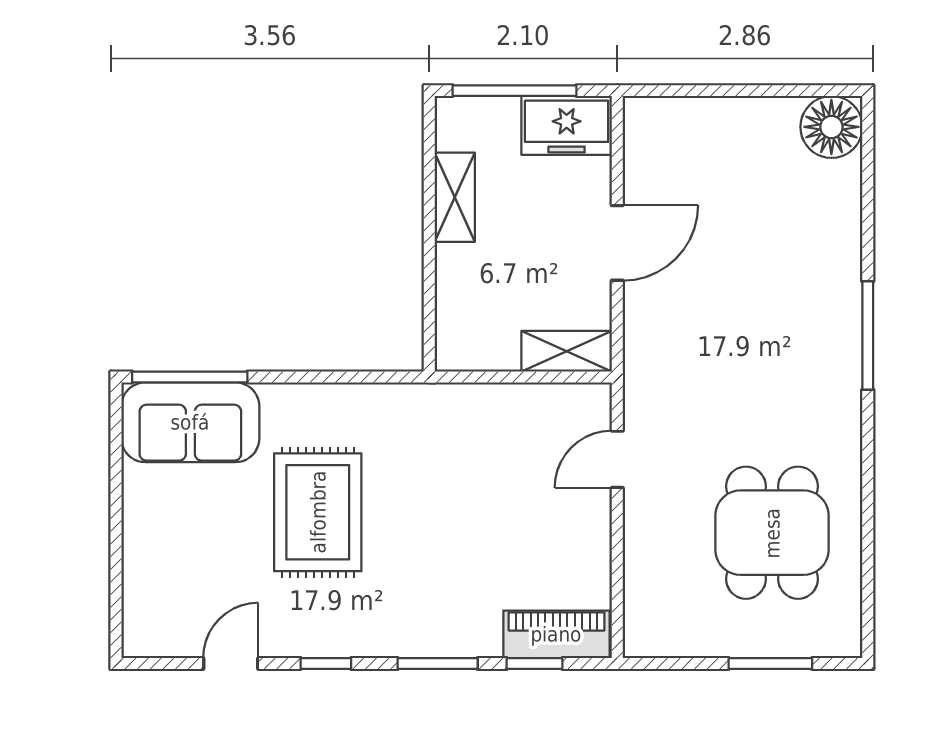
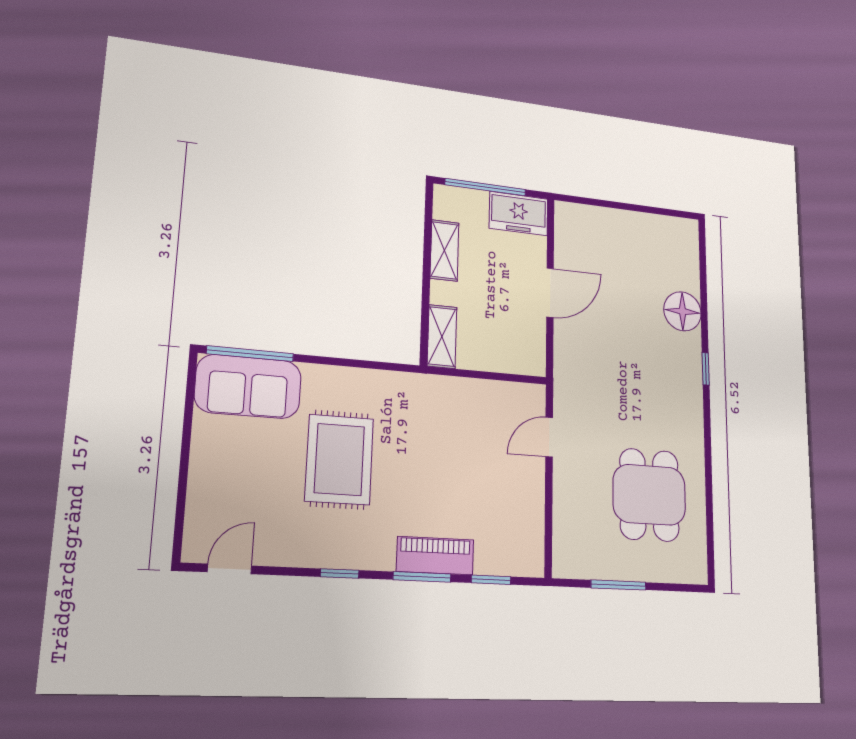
floor lamp: (831, 127) -> (683, 311), moved
window: (868, 335) -> (706, 369), width x0.46
shelving: (567, 351) -> (442, 337), moved, turned 90
piano: (556, 634) -> (435, 556), moved
door: (231, 663) -> (230, 569), moved
window: (770, 663) -> (619, 585), moved

